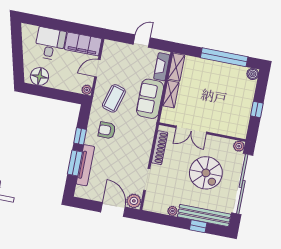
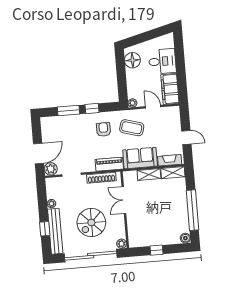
piano: (147, 135) -> (109, 164), added
tv unit: (85, 165) -> (69, 120), removed

